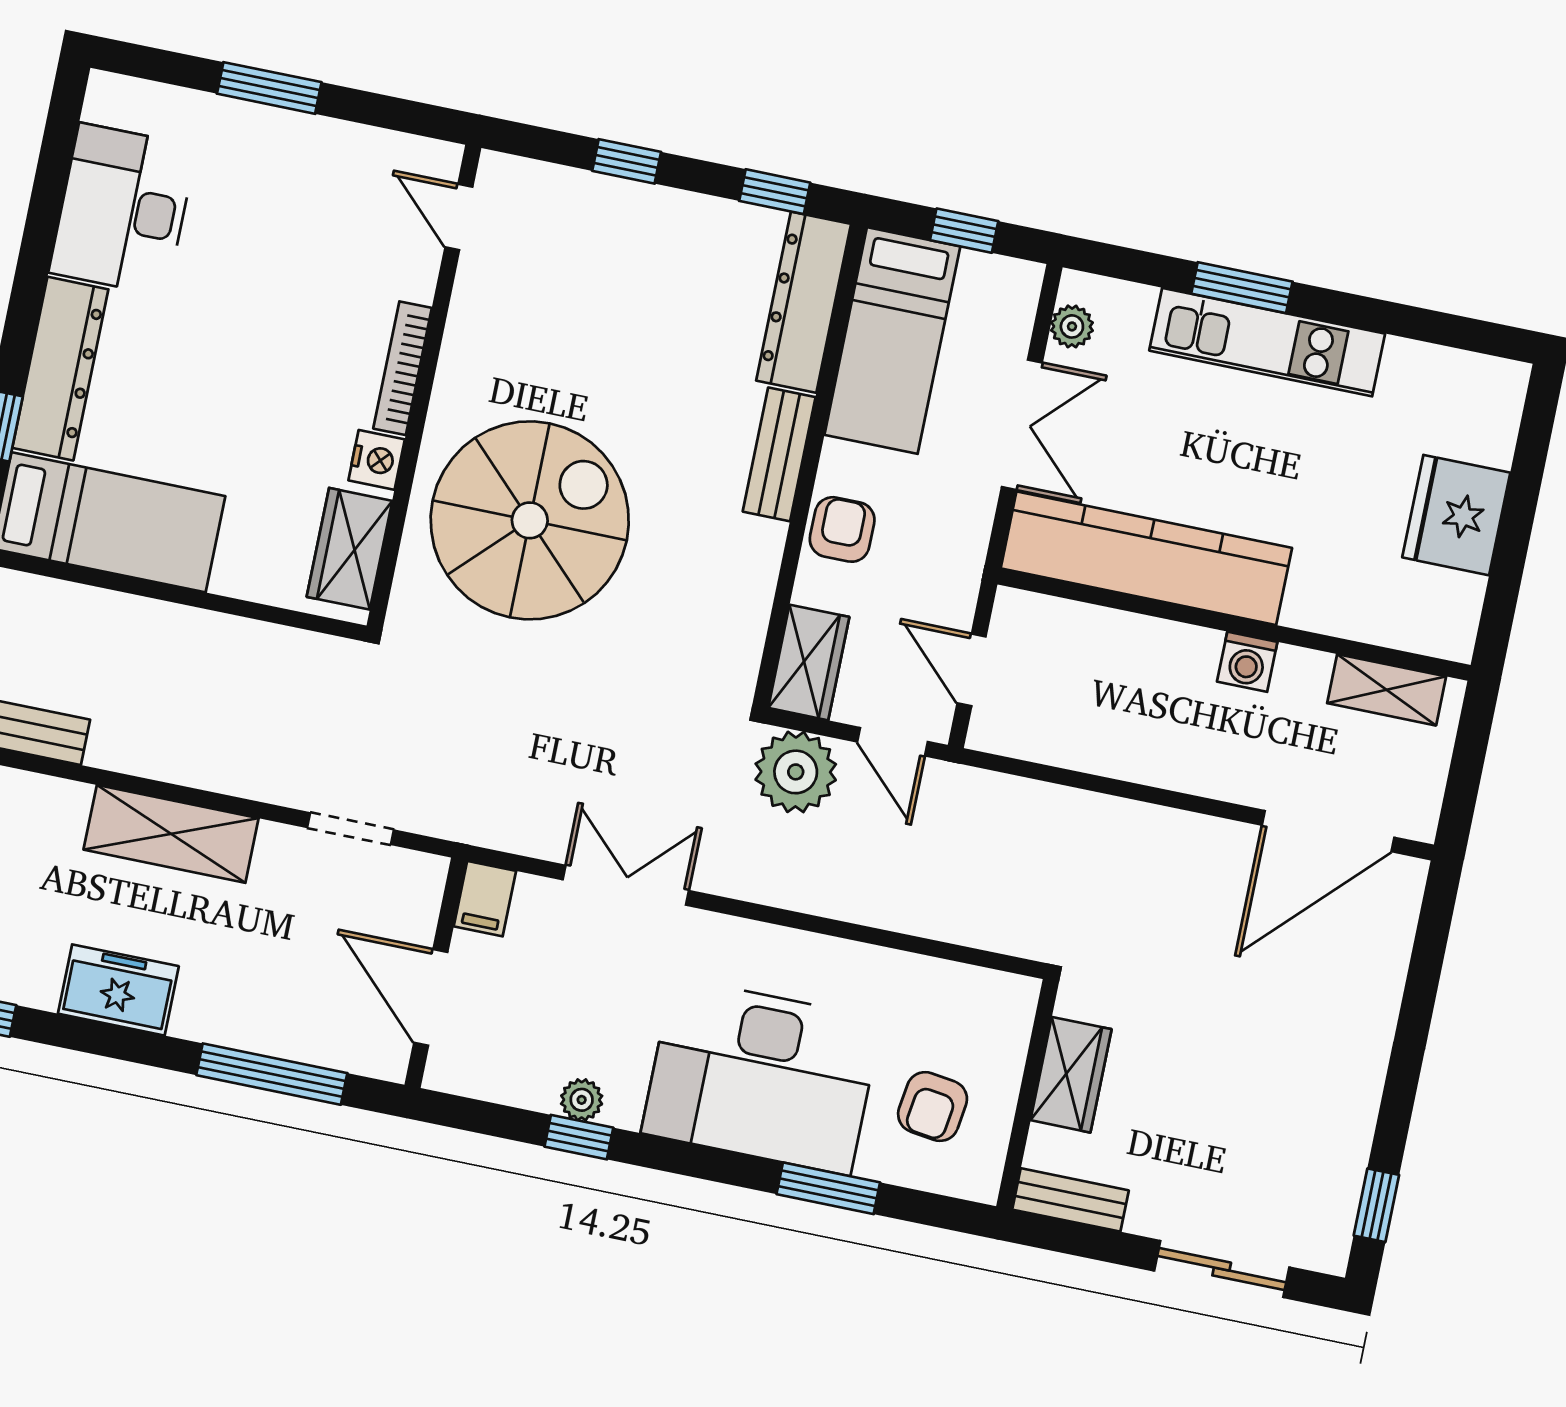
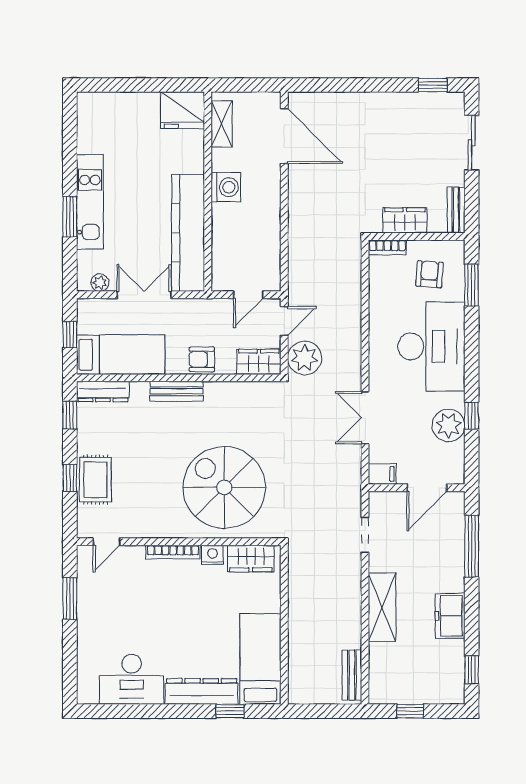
window: (269, 88) -> (70, 599), moved
rug: (610, 221) -> (95, 480), added
dresser: (804, 302) -> (103, 392), width x0.73, depth x0.80
fridge: (1456, 515) -> (183, 110), moved
washing machine: (1247, 662) -> (226, 187), width x1.38, depth x1.38
bookcase: (1016, 1020) -> (387, 247), added
plant: (582, 1100) -> (448, 425), width x1.88, depth x1.88
armchair: (933, 1106) -> (429, 274), turned -94
window: (828, 1188) -> (472, 285), moved

